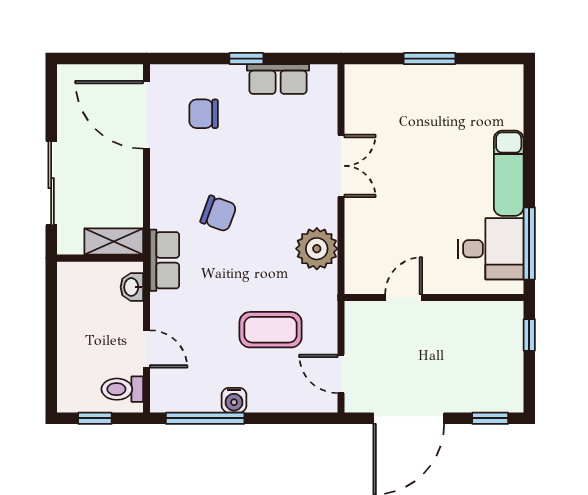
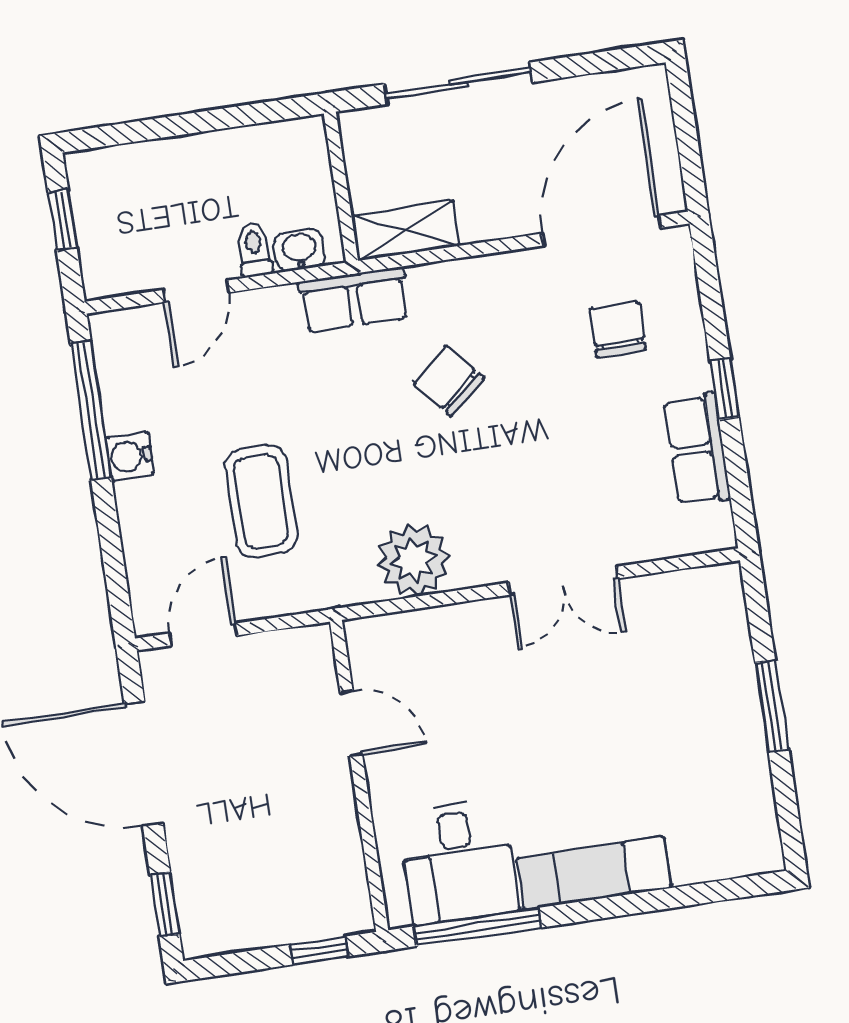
chair: (218, 214) -> (449, 381), turned 119
shelving: (114, 242) -> (405, 231), moved, turned 90
toilet: (122, 389) -> (254, 250), moved, width x0.73, depth x0.72

